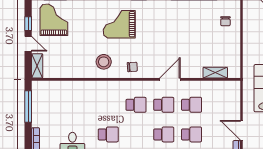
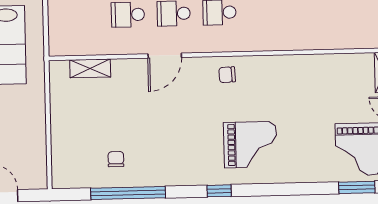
chair: (225, 21) -> (116, 159), moved
stool: (104, 62) -> (274, 82), removed

